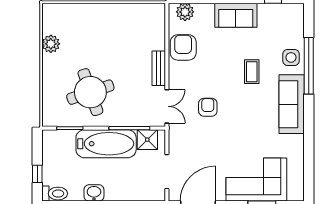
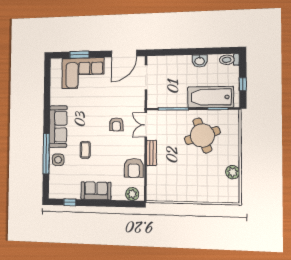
shower: (147, 140) -> (160, 101), removed
bathtub: (106, 144) -> (211, 97), moved
window: (37, 174) -> (243, 84), moved

